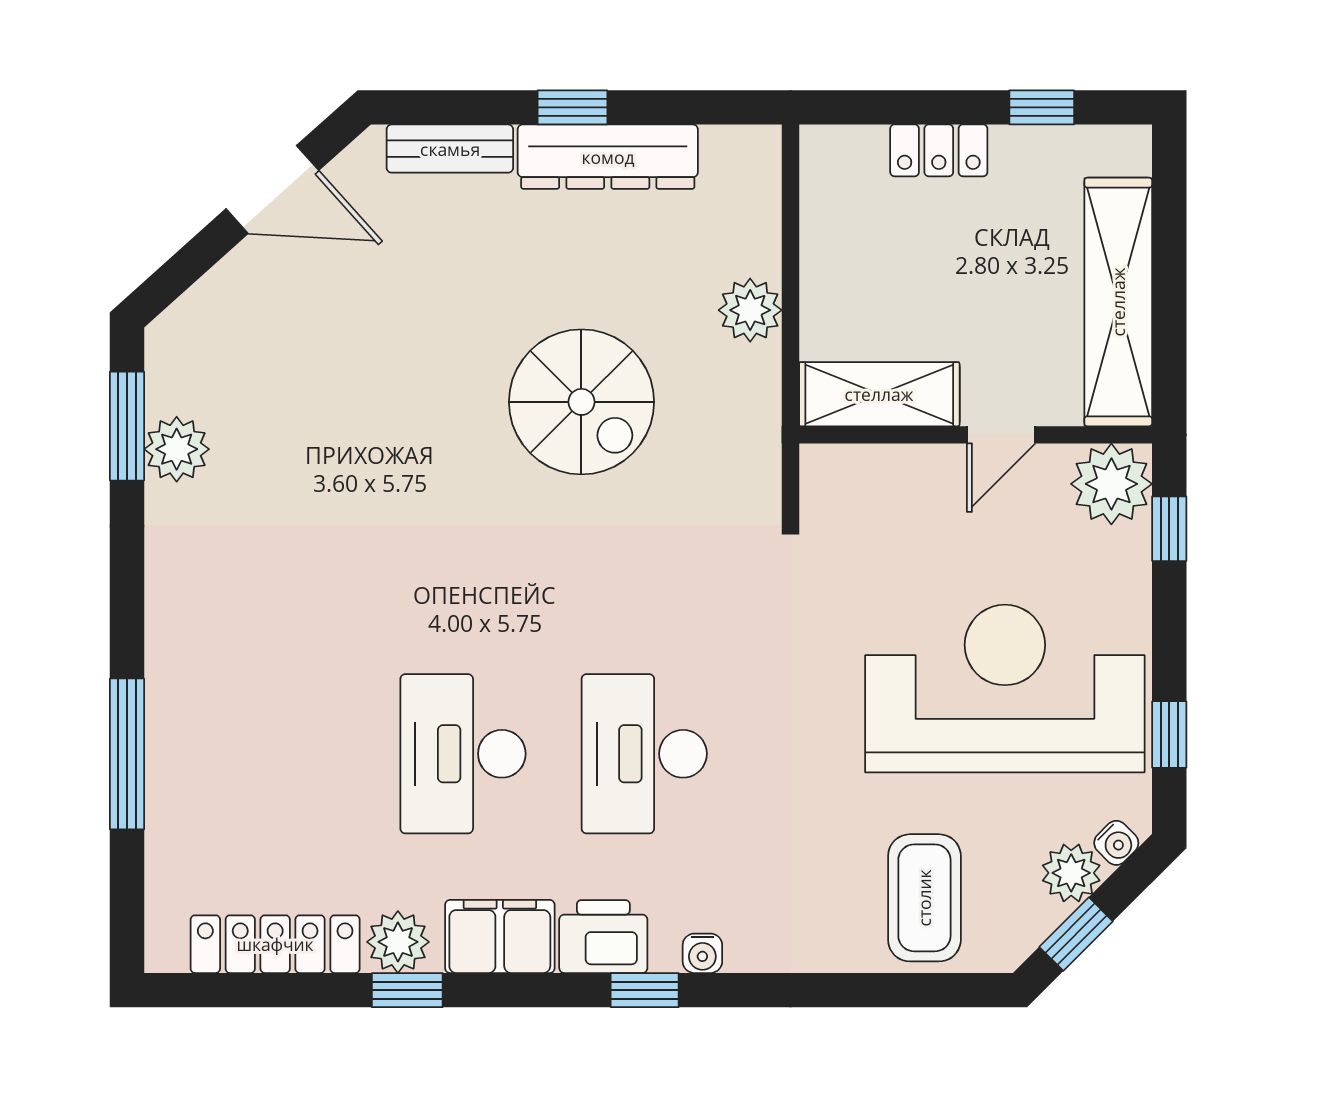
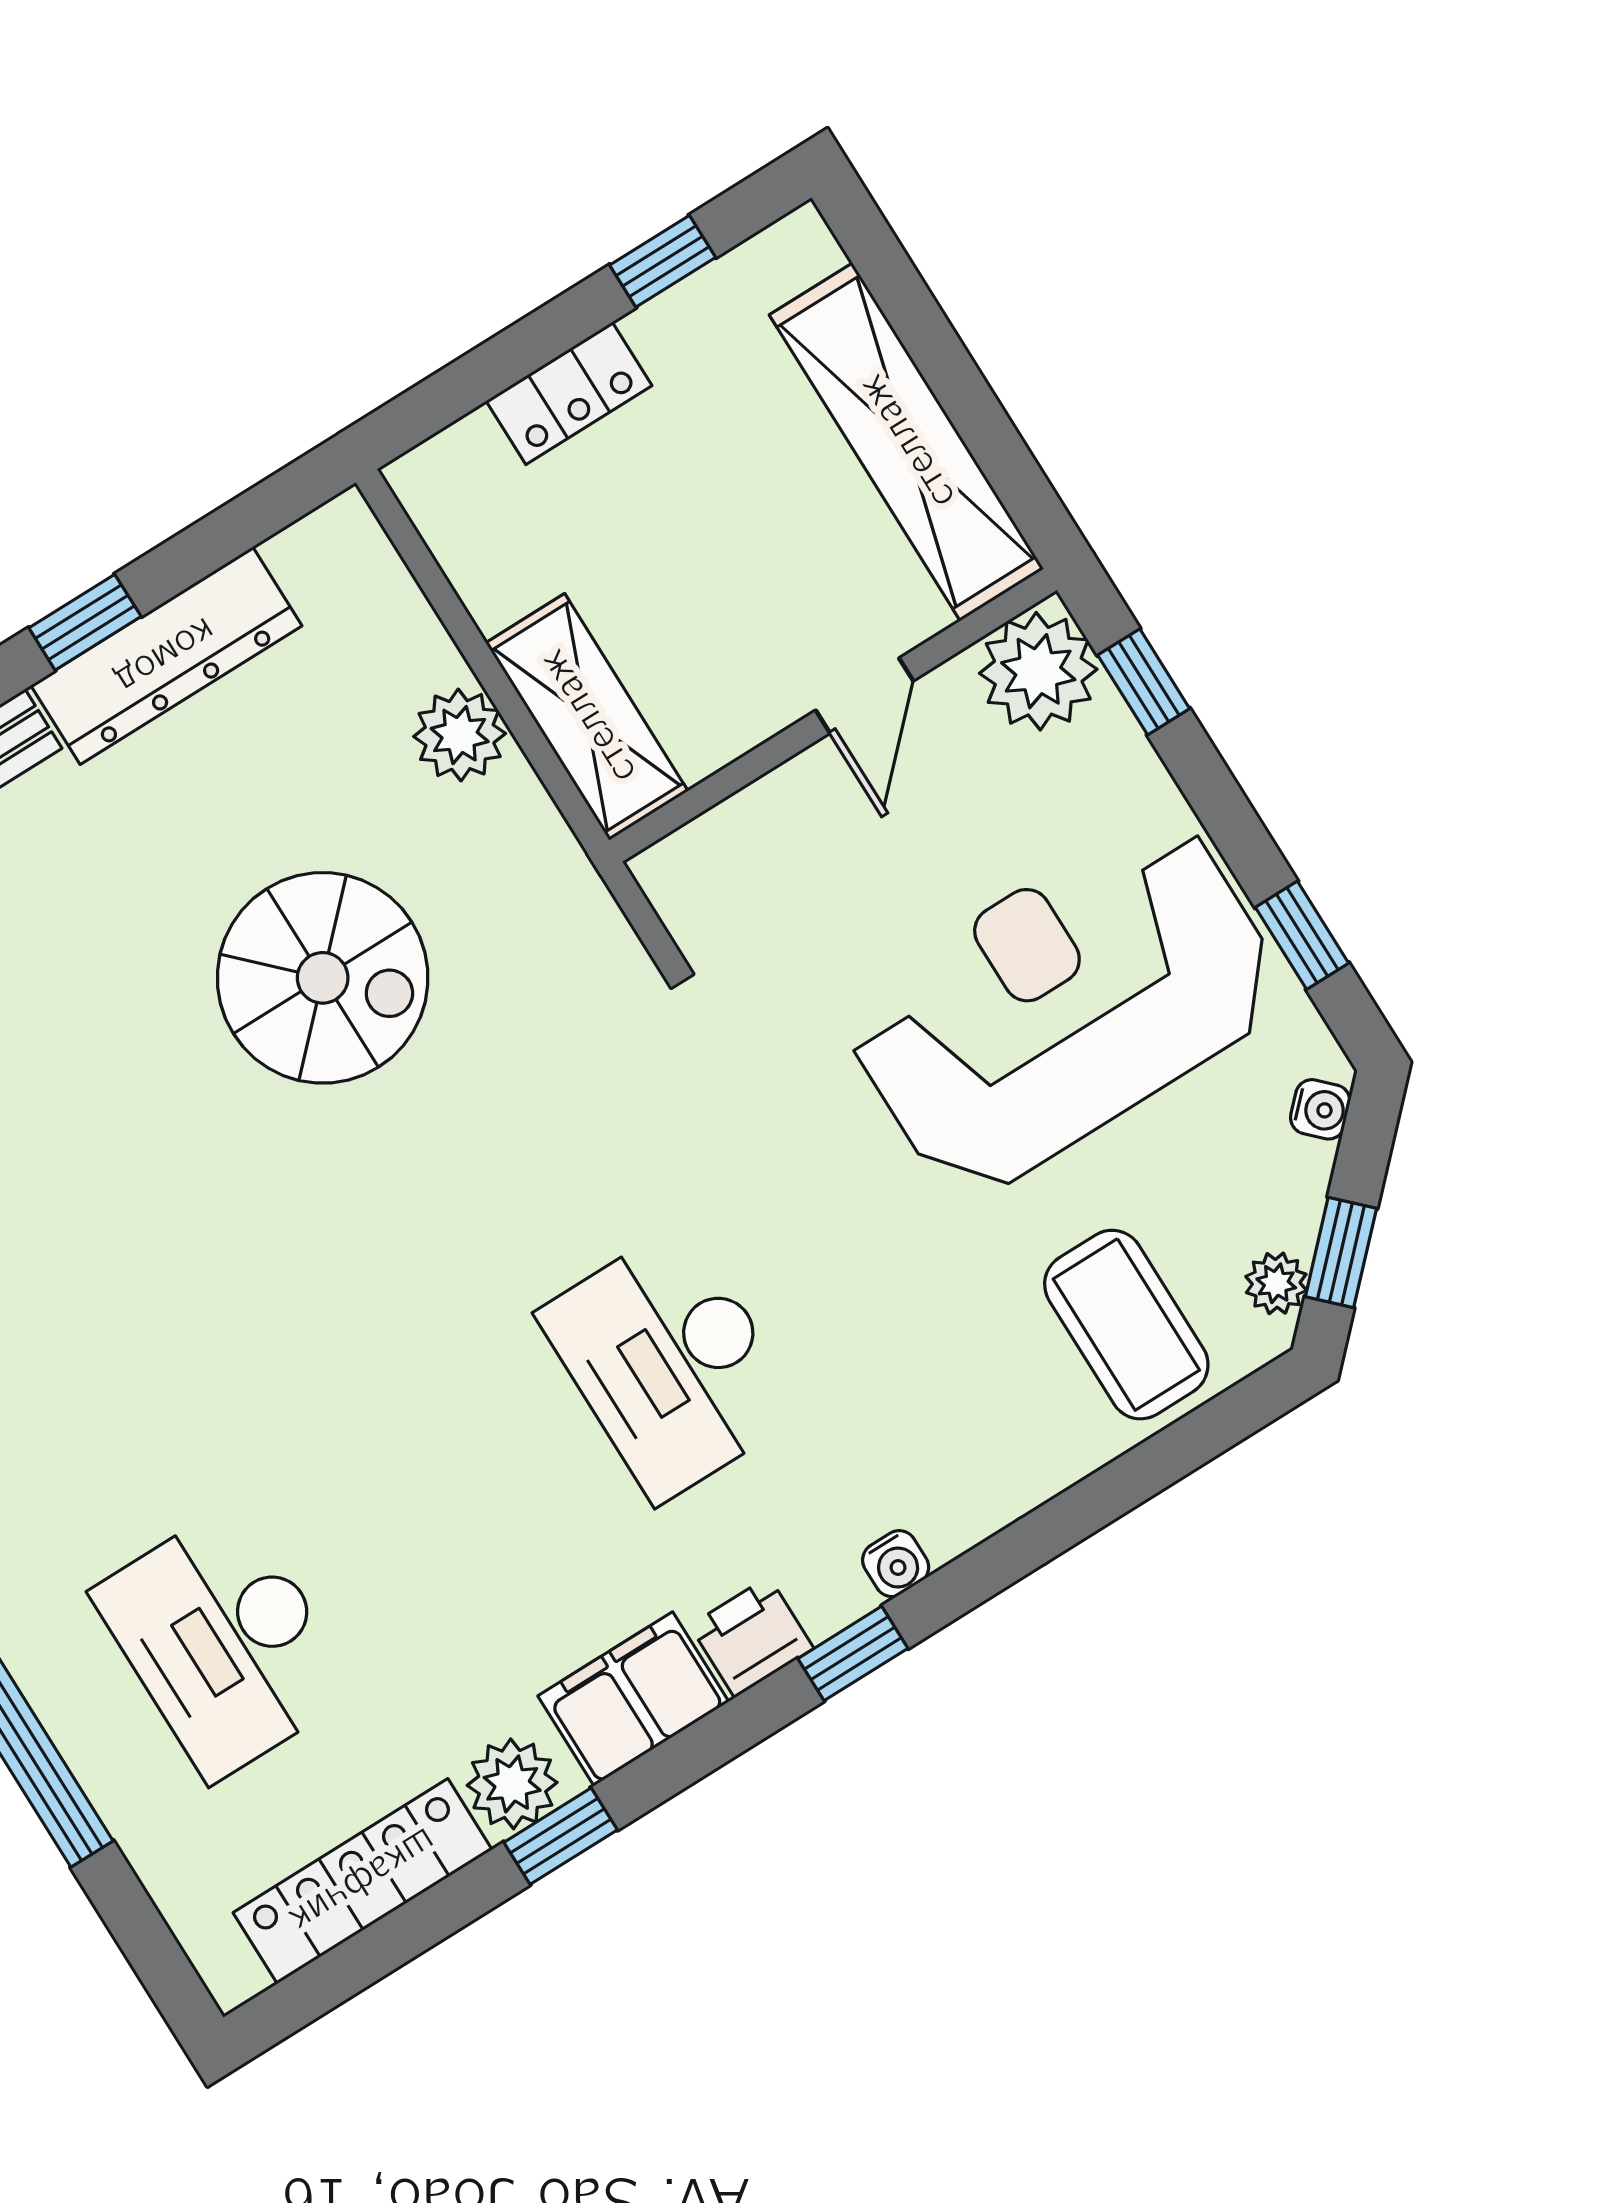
shelving: (879, 394) -> (587, 717), moved, turned 90
desk: (463, 754) -> (224, 1642), moved
plant: (1071, 873) -> (1276, 1283), moved, width x0.73, depth x0.73
printer: (603, 937) -> (752, 1637), width x0.73, depth x0.81

